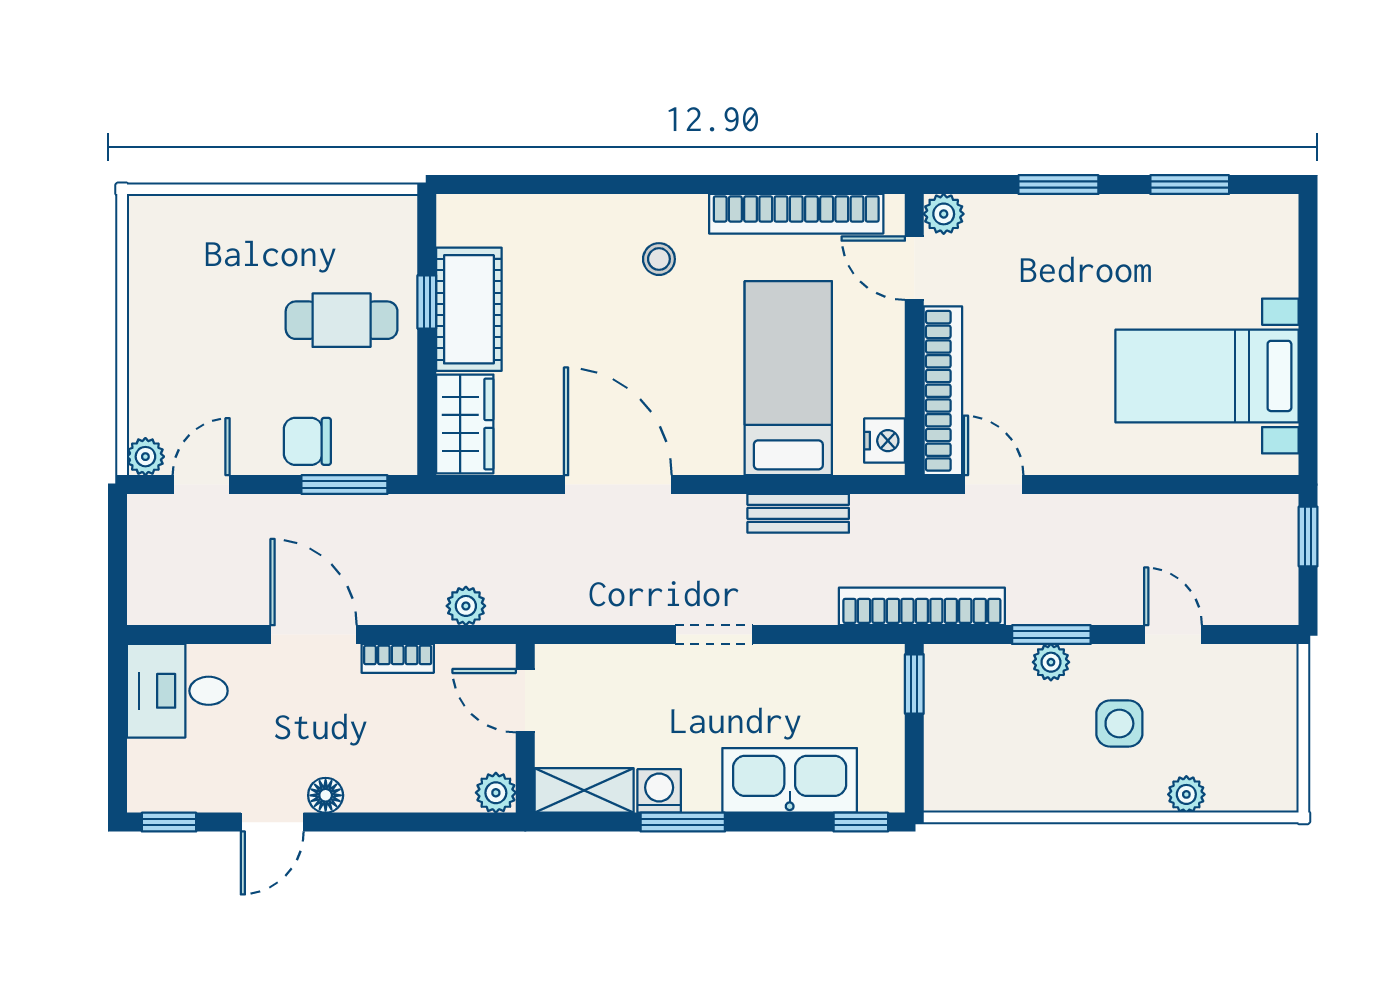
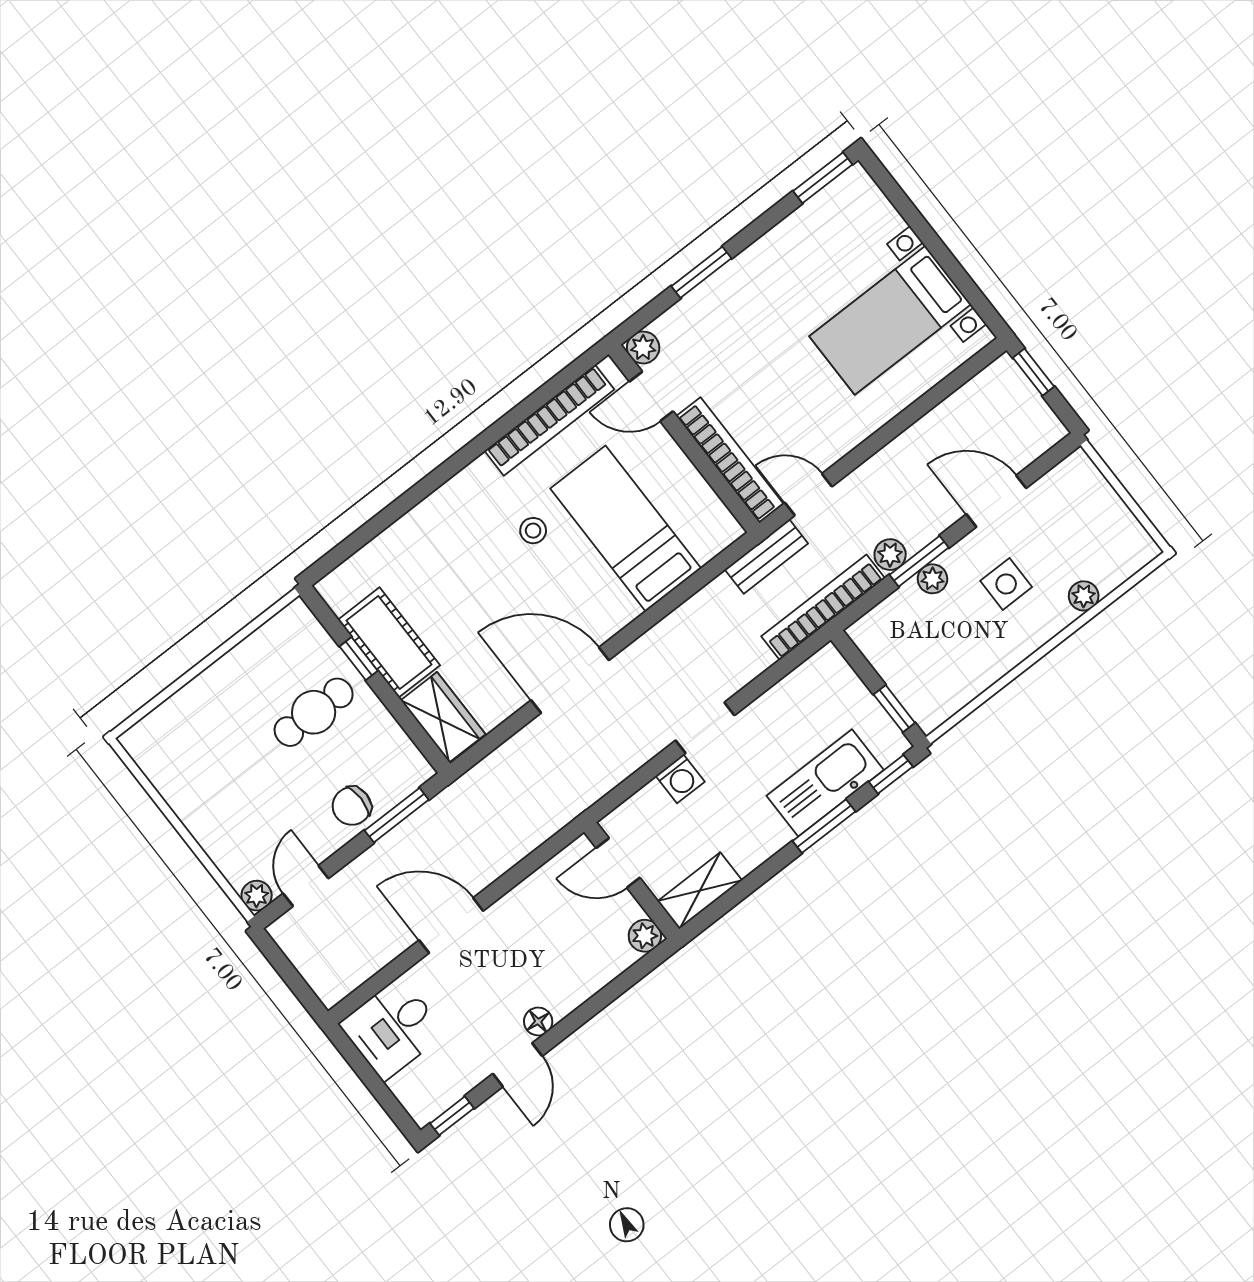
window: (1190, 185) -> (823, 178), moved
stool: (659, 259) -> (533, 531), moved
nightstand: (885, 441) -> (718, 520), removed
bench: (798, 513) -> (766, 557), moved
plant: (466, 606) -> (890, 555), moved
door: (1173, 635) -> (996, 501), width x1.38
bookcase: (398, 658) -> (516, 899), removed
window: (914, 684) -> (894, 709), moved
washing machine: (659, 791) -> (680, 779), moved, turned 180
window: (683, 822) -> (824, 826), moved

